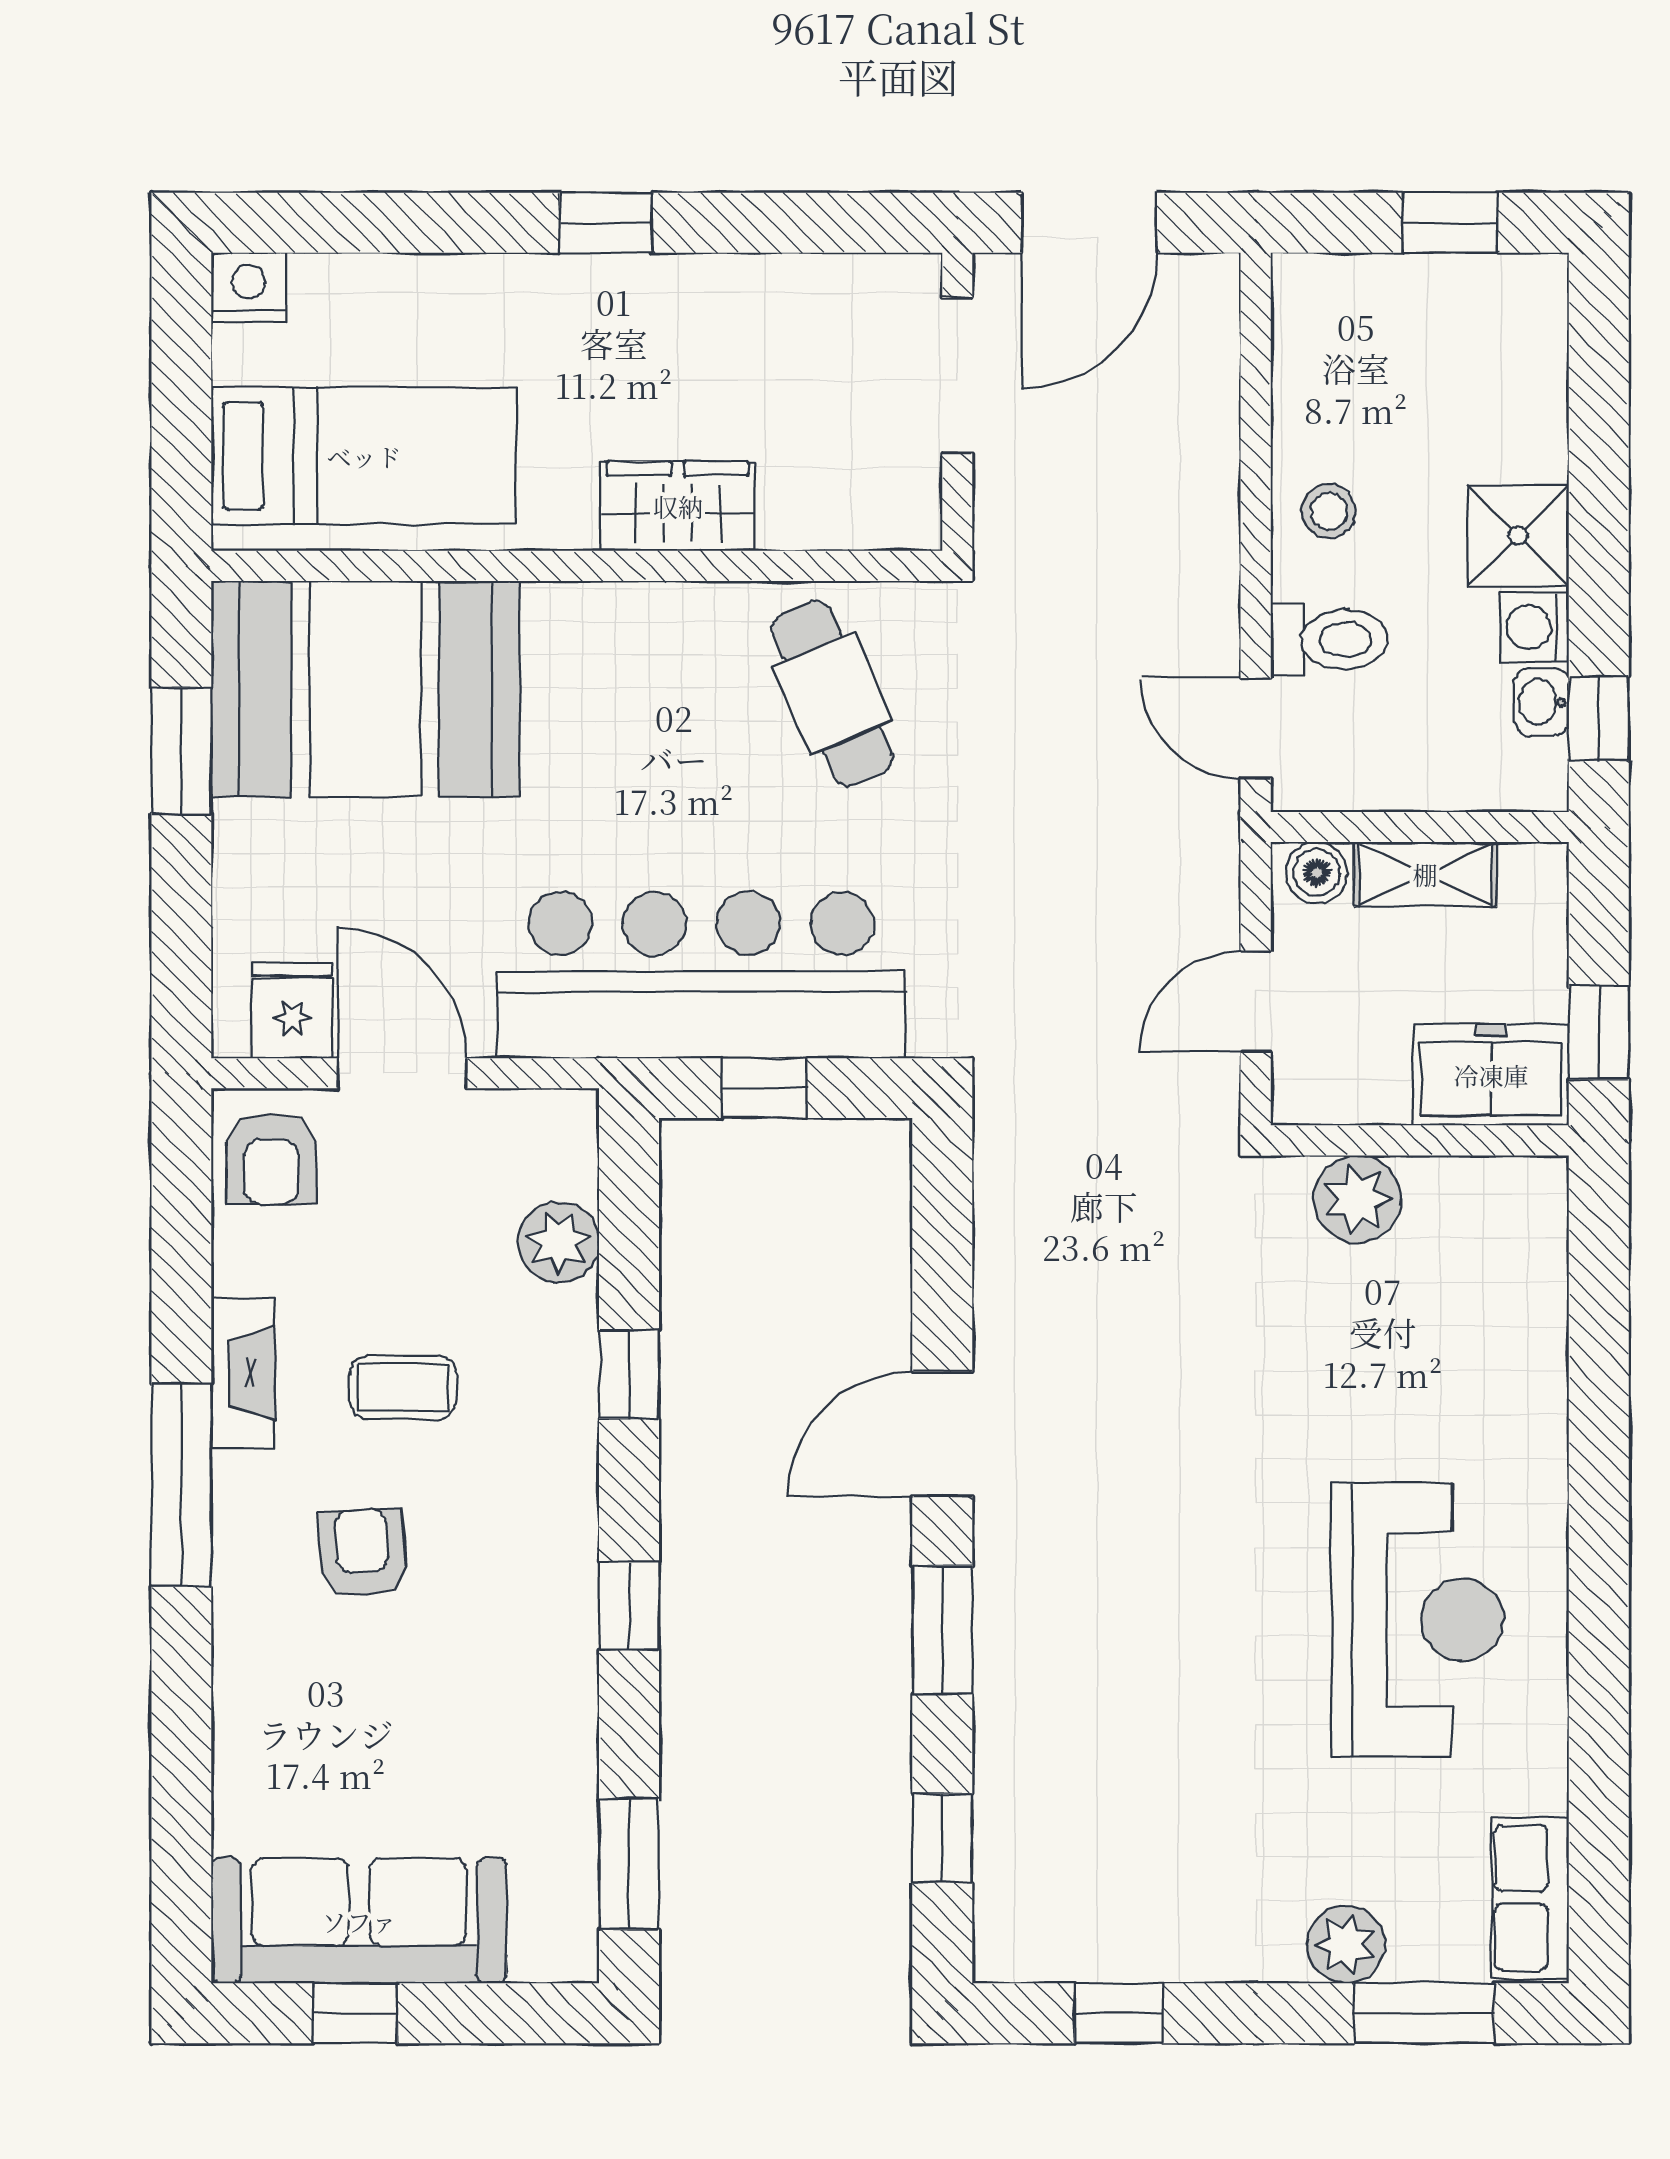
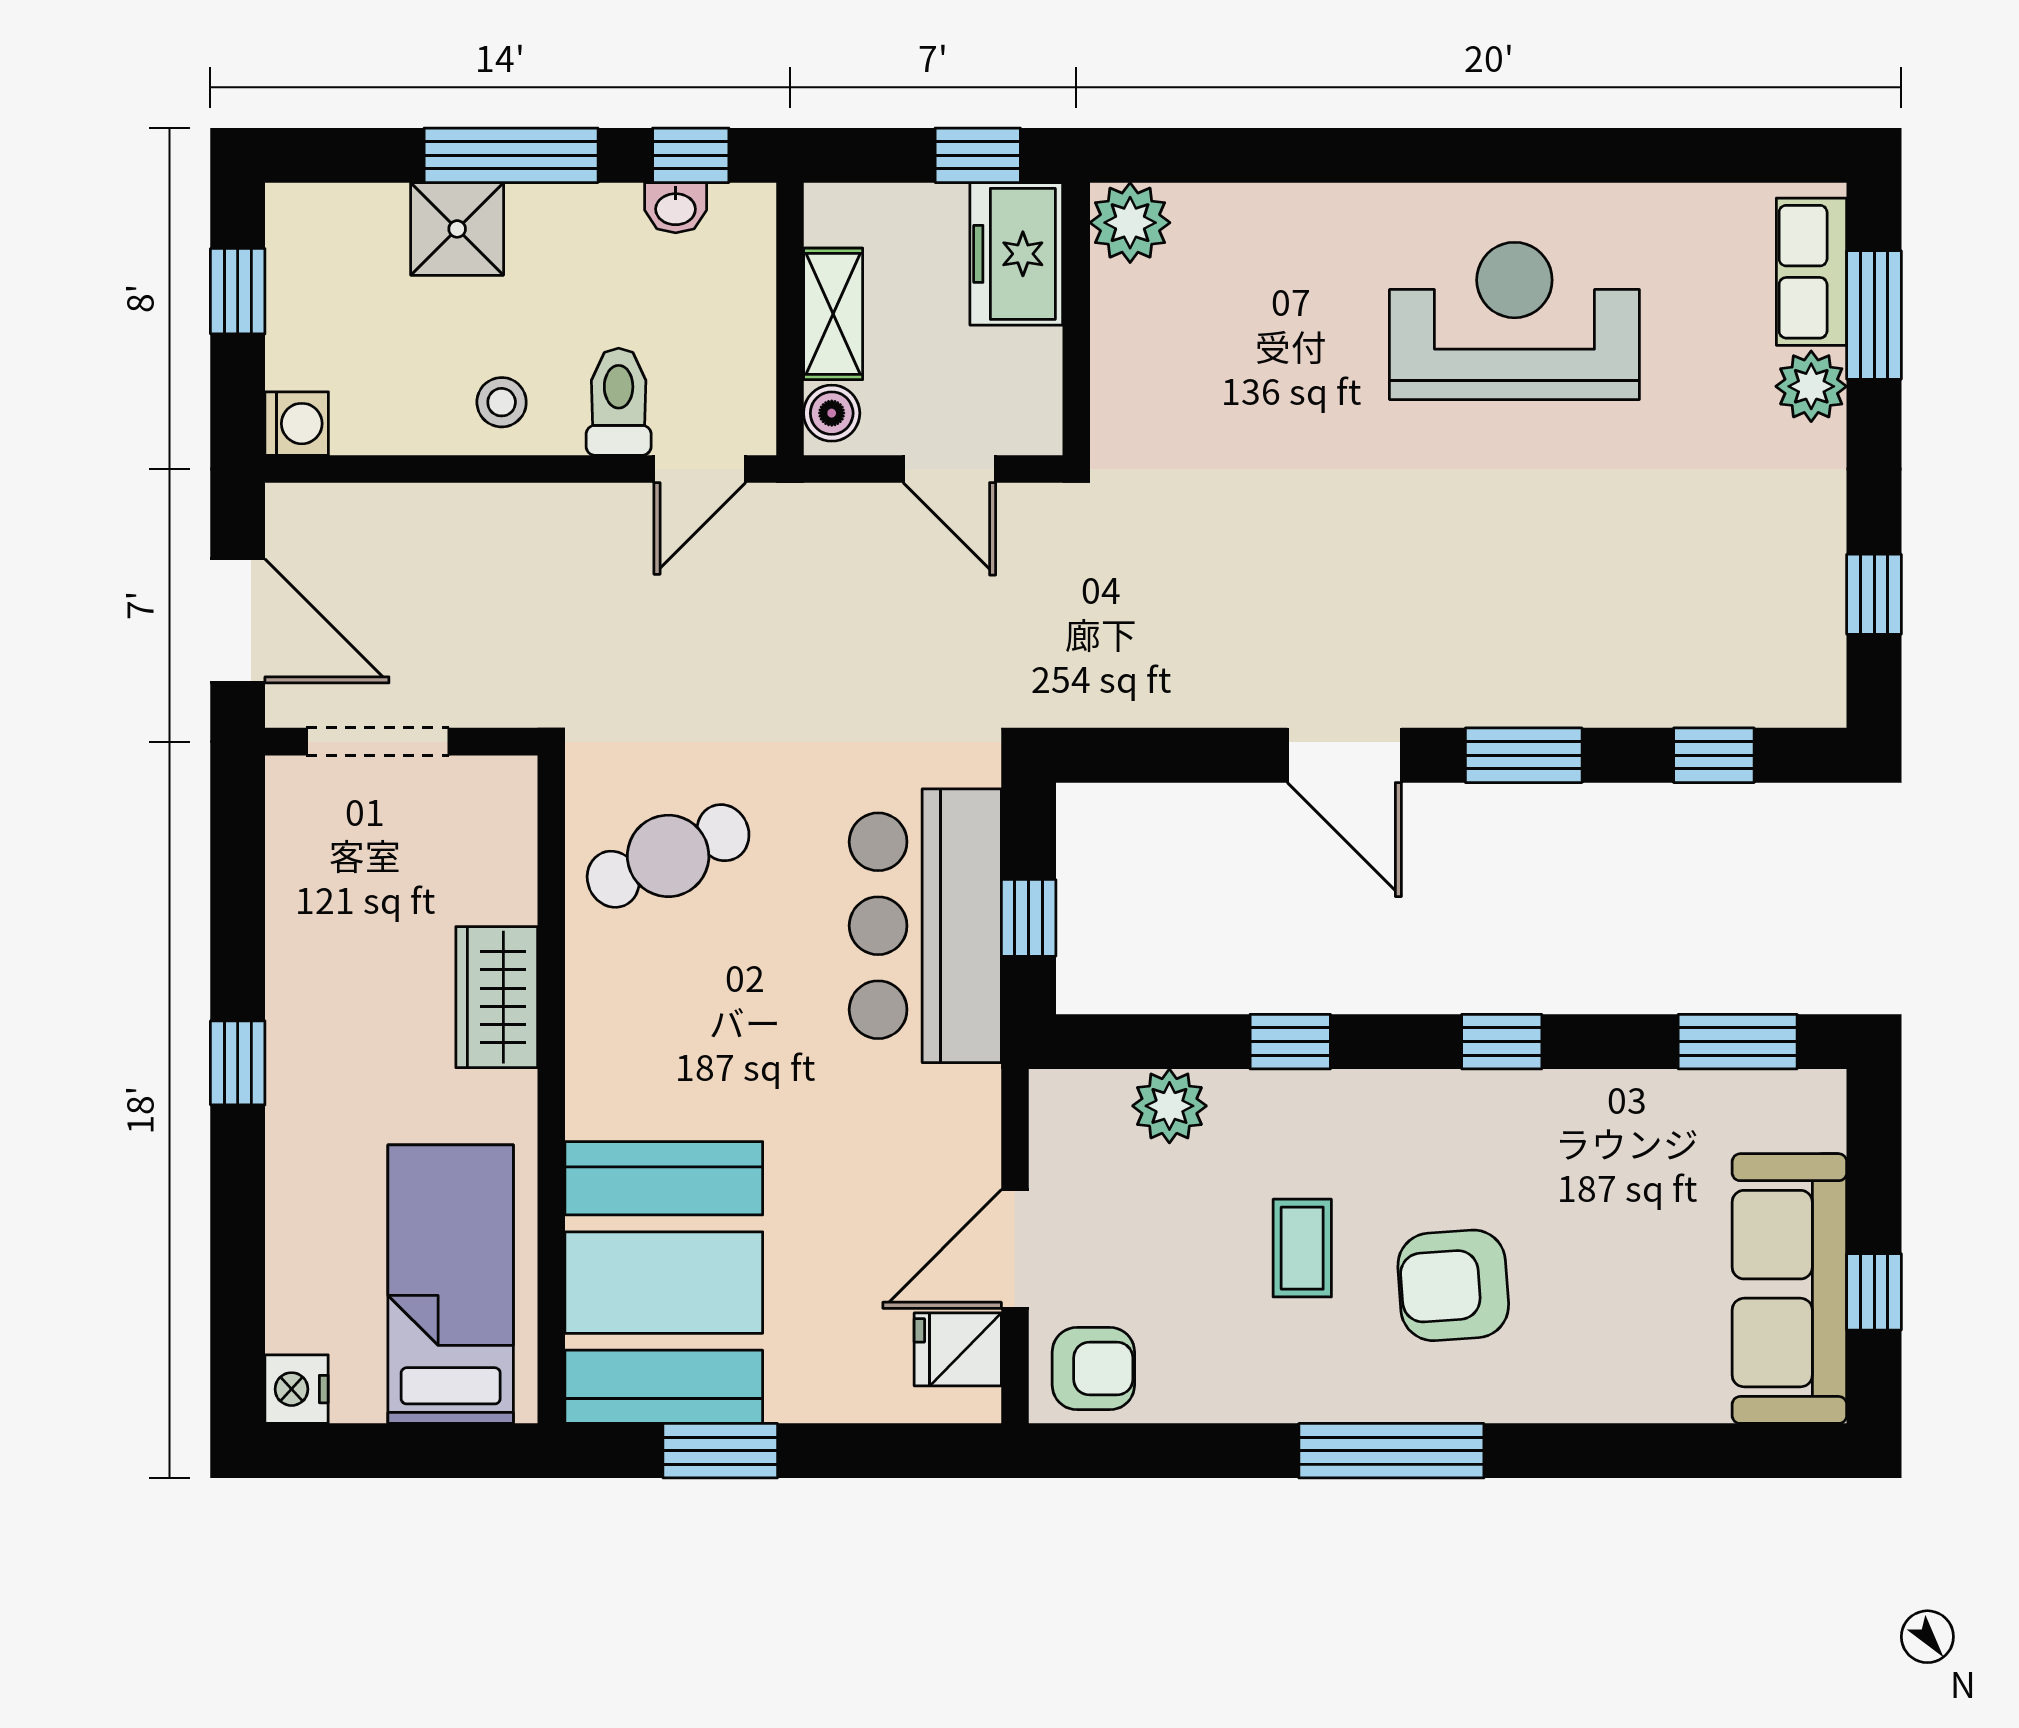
window: (1599, 522) -> (511, 155), added
shower: (1518, 536) -> (457, 229), moved
washing machine: (1534, 627) -> (297, 424), moved, turned -90
bar counter: (701, 975) -> (925, 926), width x0.73
plant: (1357, 1199) -> (1130, 223), moved
fireplace: (243, 1373) -> (1289, 1394), removed
armchair: (362, 1553) -> (1453, 1285), width x1.38, depth x1.38
row of seats: (1530, 1898) -> (1812, 272), moved, turned 90

